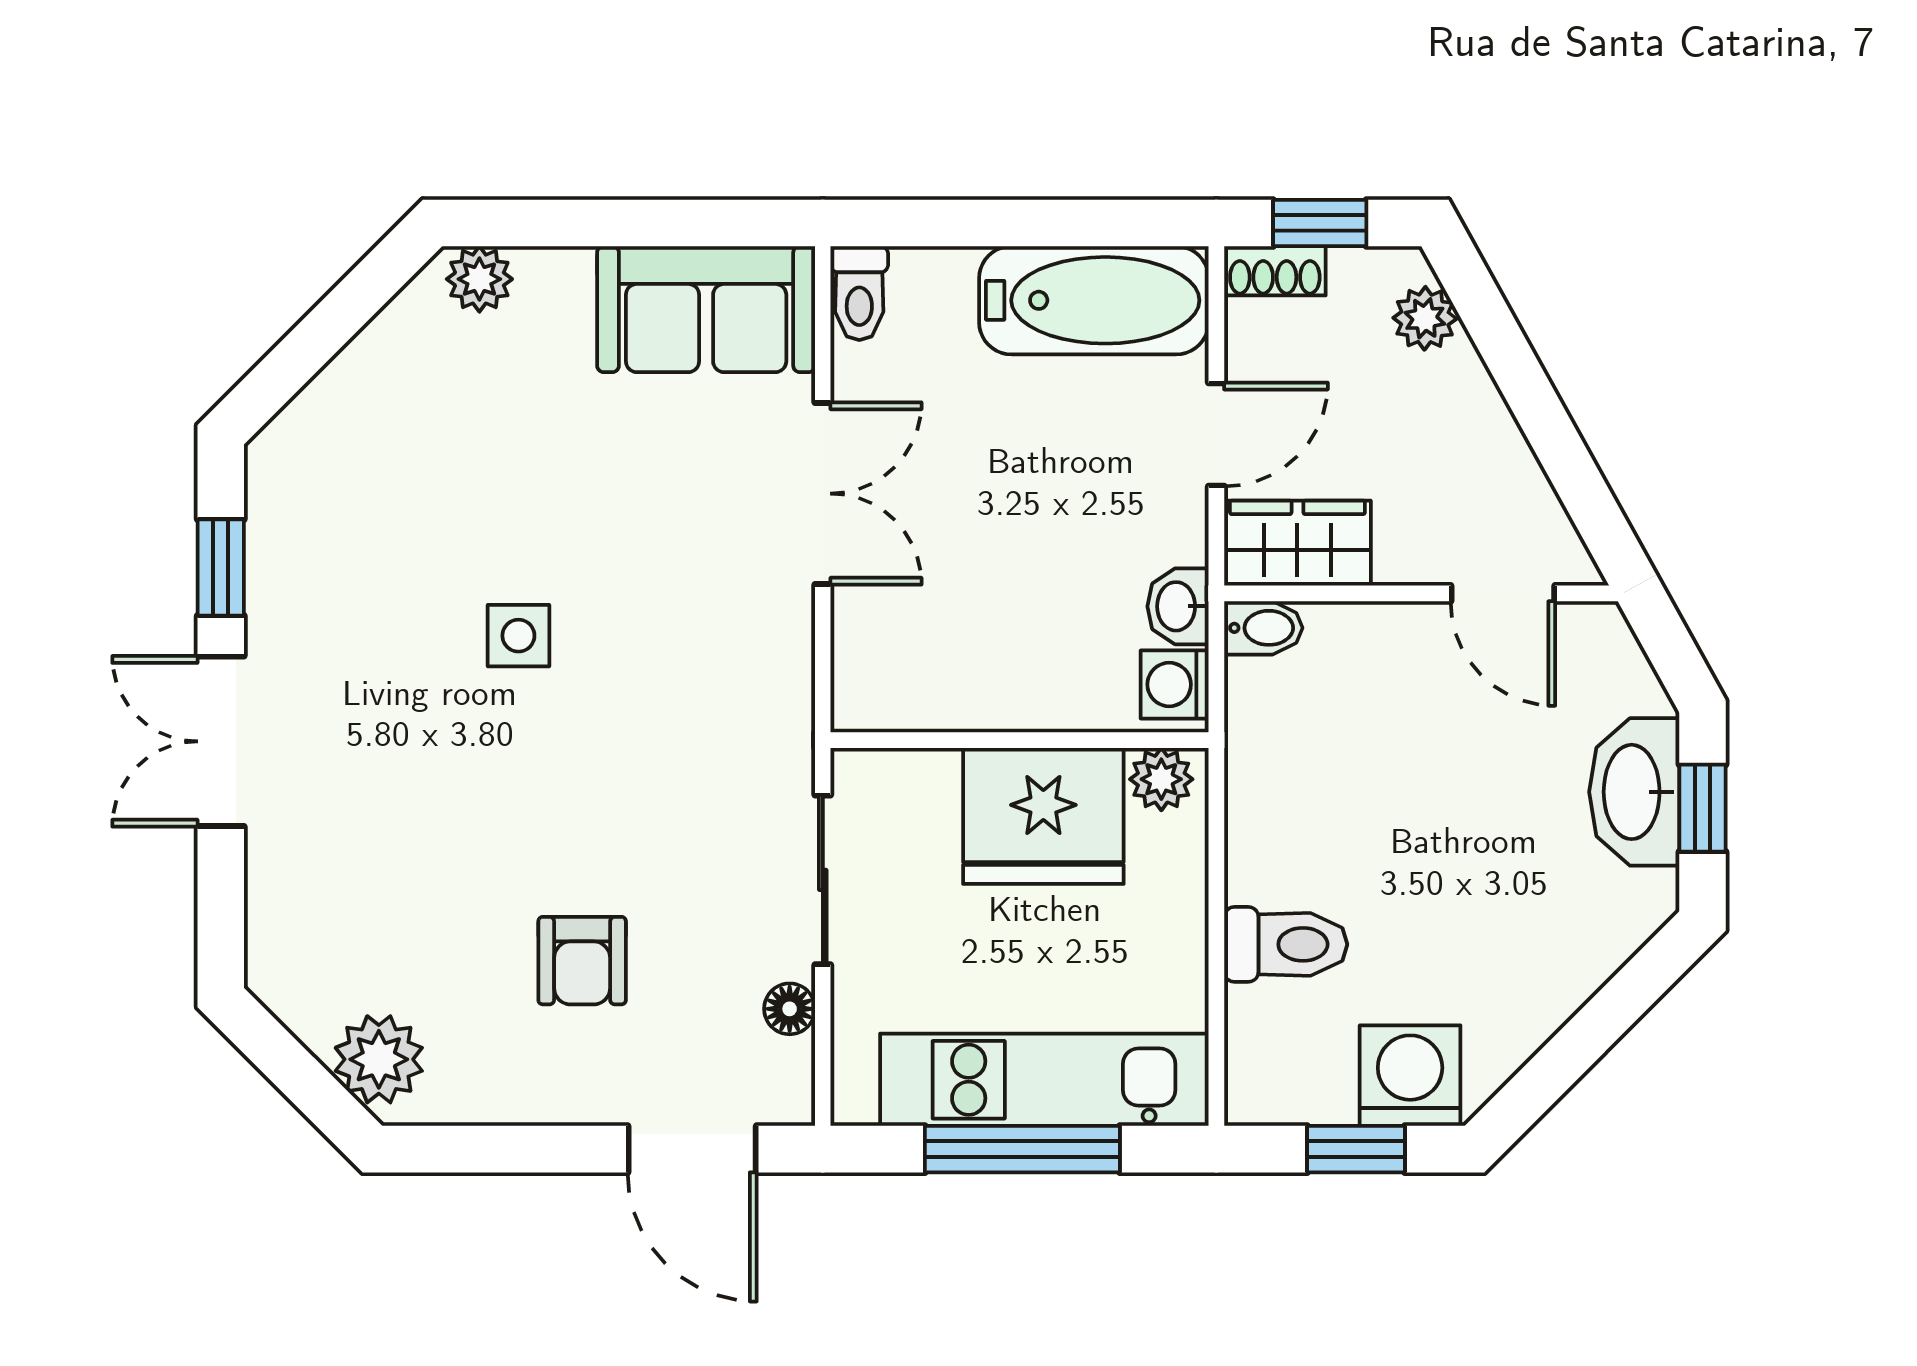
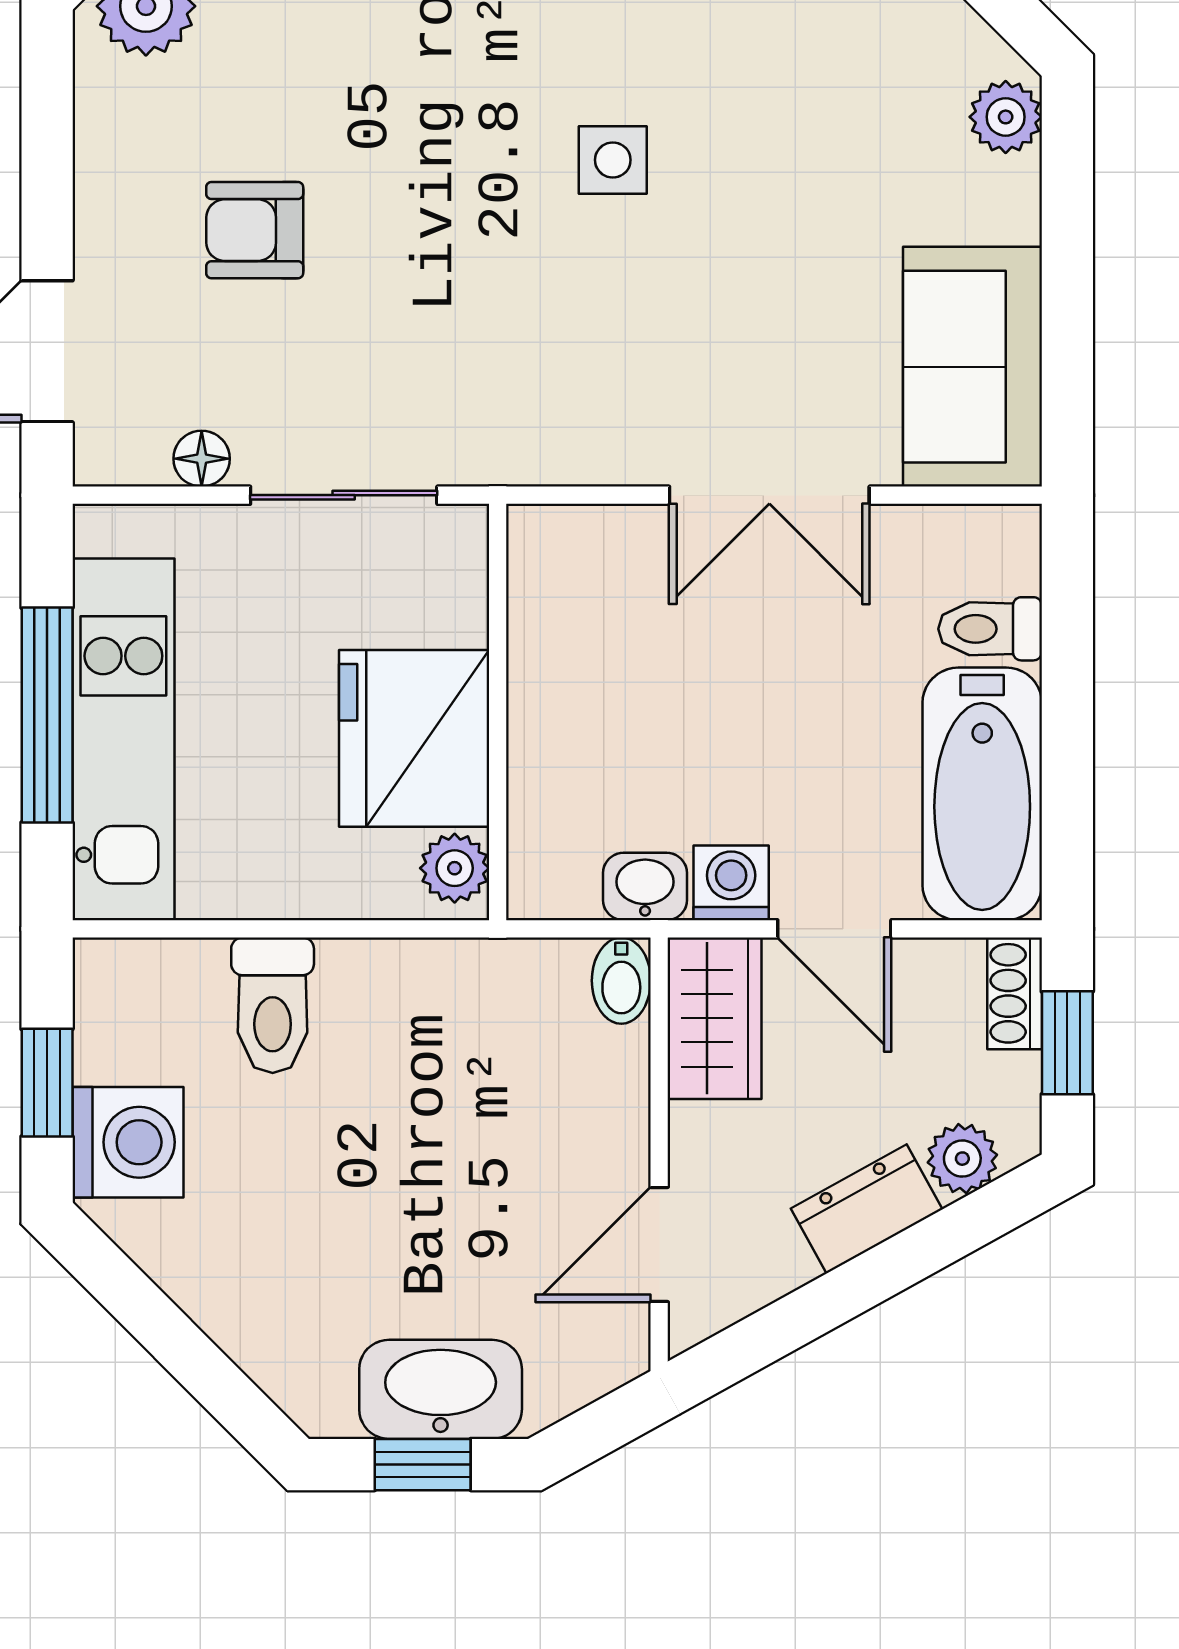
toilet: (859, 293) -> (990, 629), moved
dresser: (1471, 405) -> (867, 1209), added
washing machine: (1175, 684) -> (731, 883), moved

